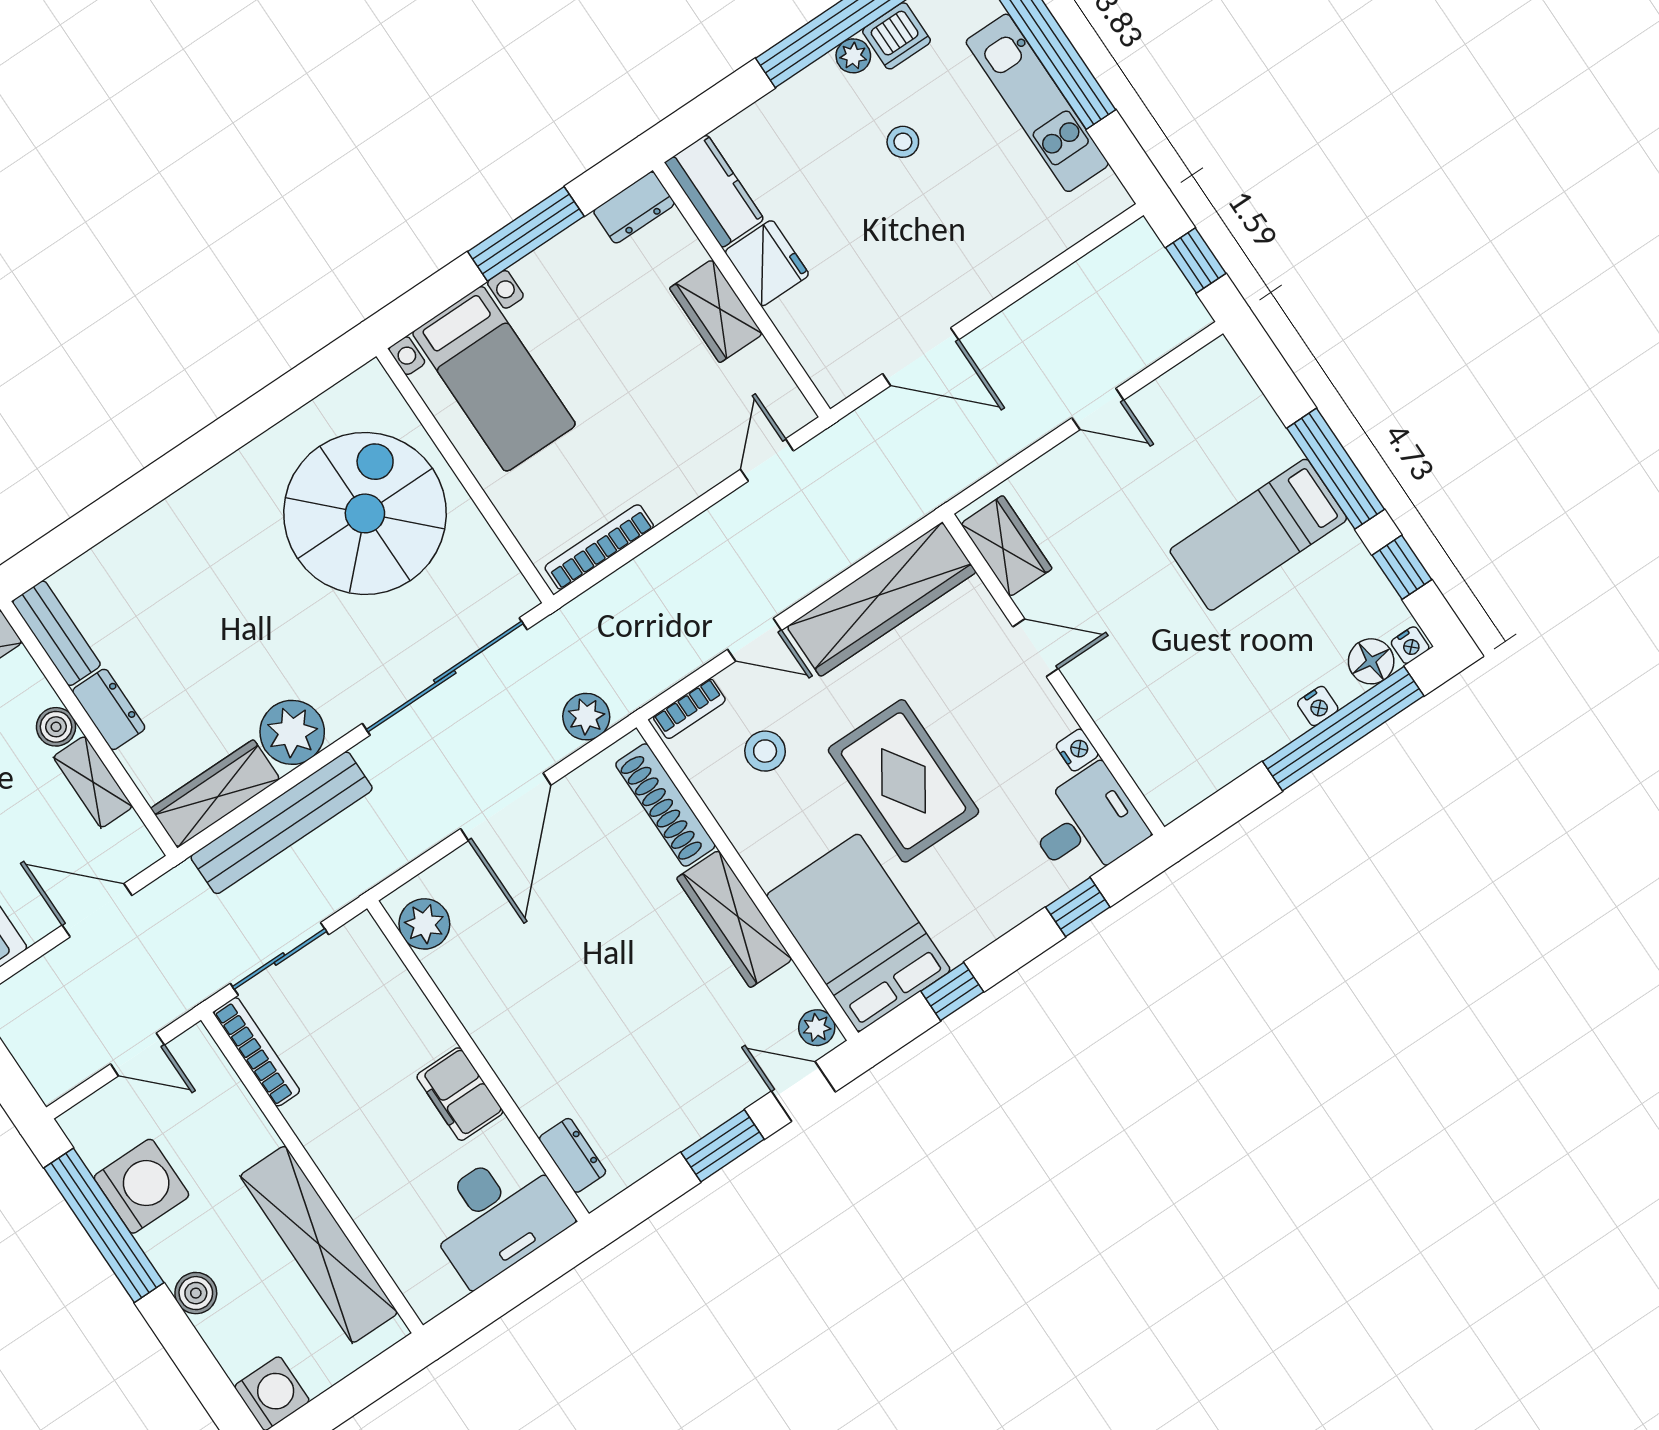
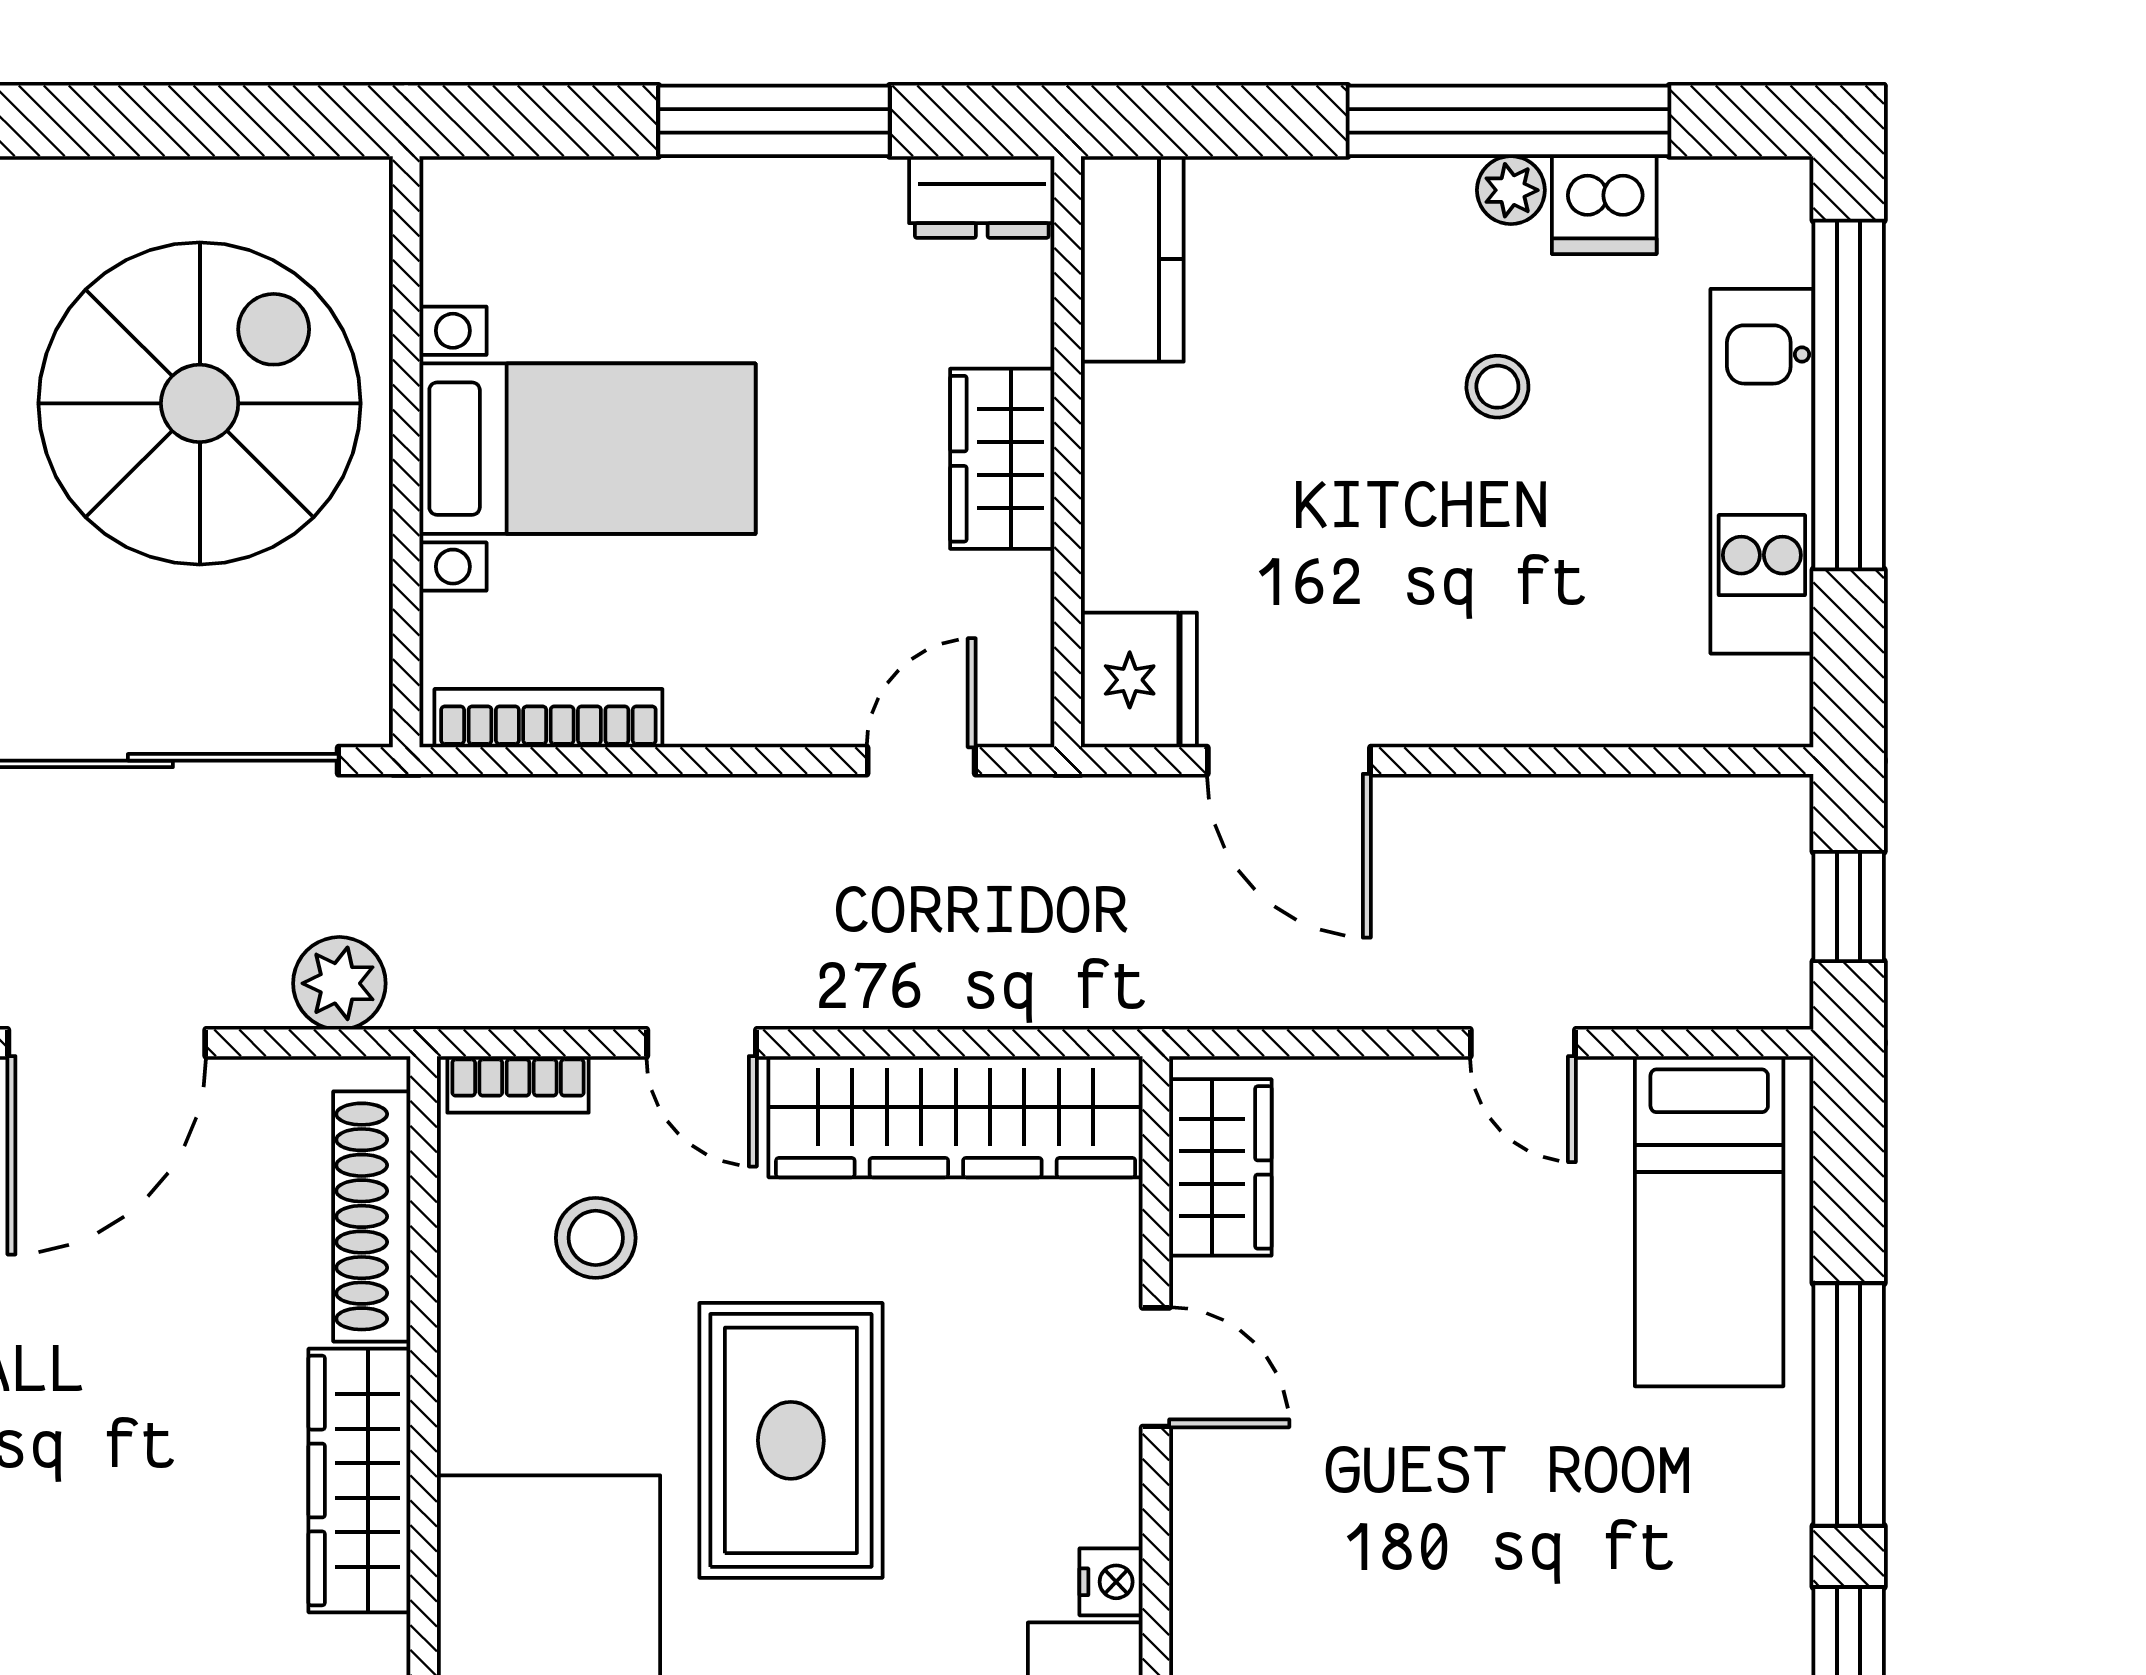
fridge: (767, 263) -> (1139, 680), moved
bed with nightstands: (494, 379) -> (587, 449), moved, turned -90
bed: (1258, 535) -> (1709, 1221), moved, turned -90

